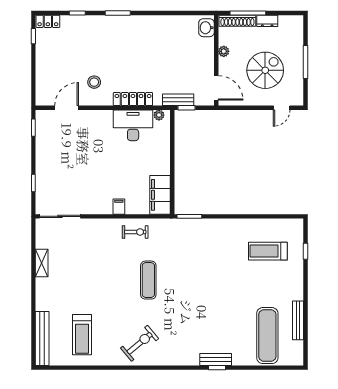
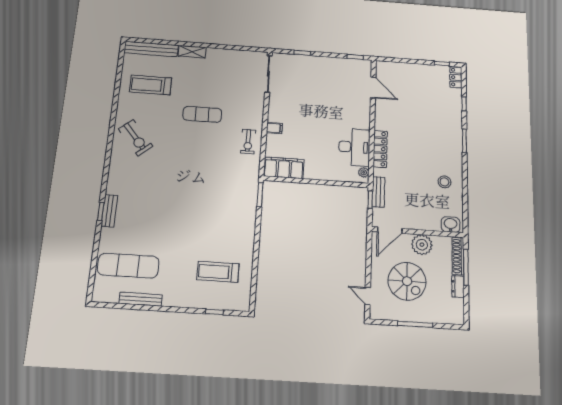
plant: (224, 51) -> (422, 245), width x1.88, depth x1.88
stool: (94, 82) -> (444, 182), moved
treadmill: (268, 251) -> (218, 272), turned -90
shelving: (42, 263) -> (192, 52), moved
exercise mat: (148, 280) -> (202, 114), moved

